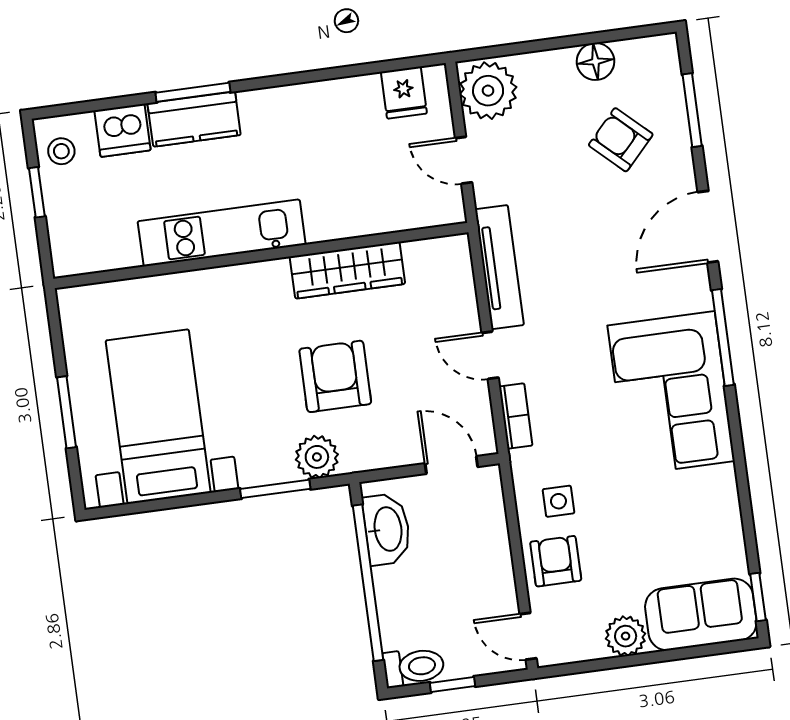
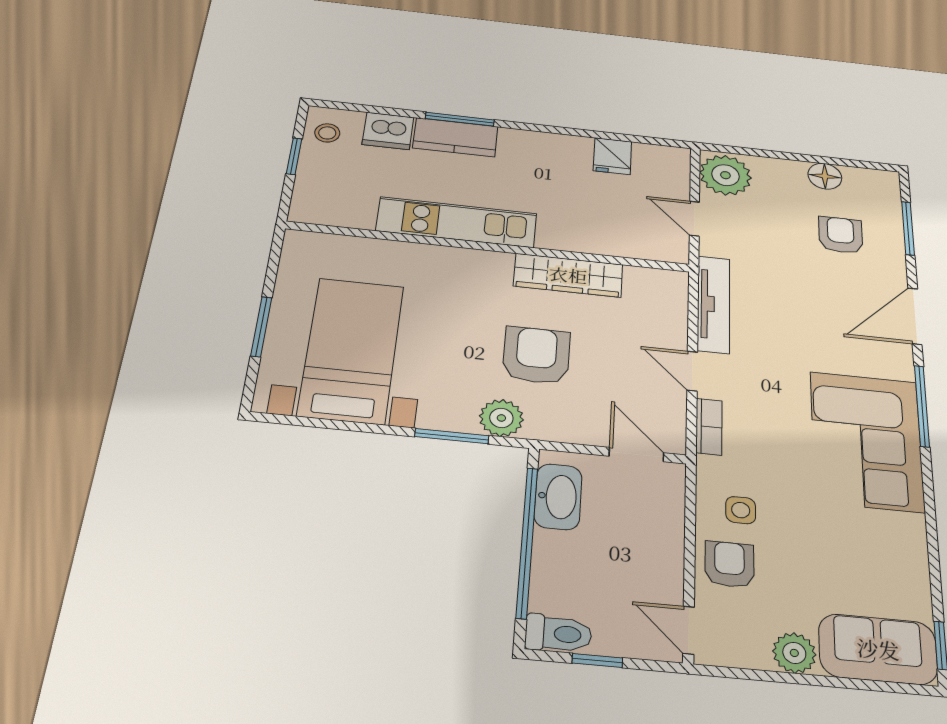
fridge: (404, 93) -> (612, 156), moved
armchair: (621, 140) -> (841, 235), turned 47

